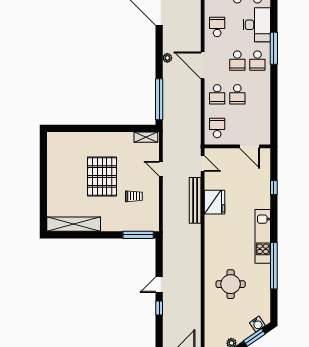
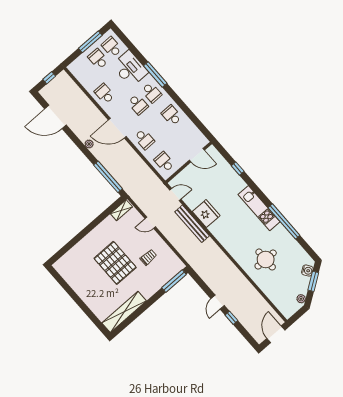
school desk: (237, 94) -> (171, 115), moved, turned 180

